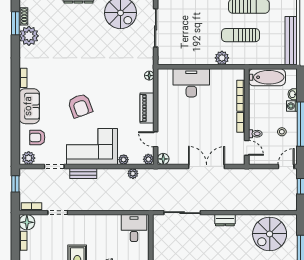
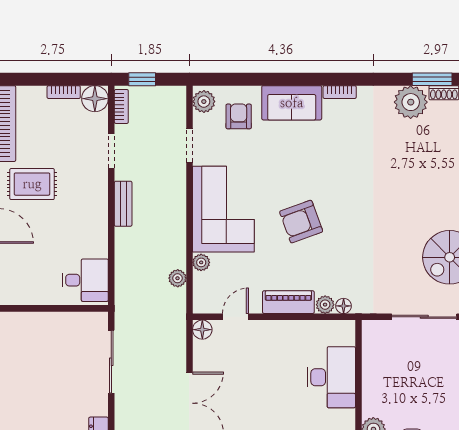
armchair: (80, 106) -> (301, 222), moved
plant: (148, 159) -> (325, 305), moved
bench: (83, 173) -> (123, 204), moved
window: (15, 184) -> (142, 79), moved

